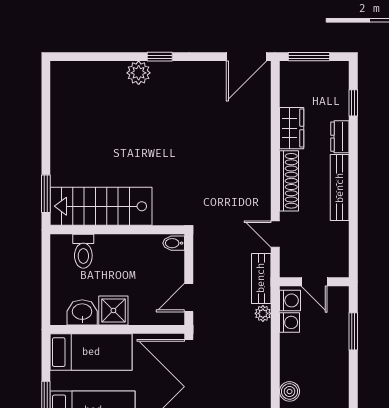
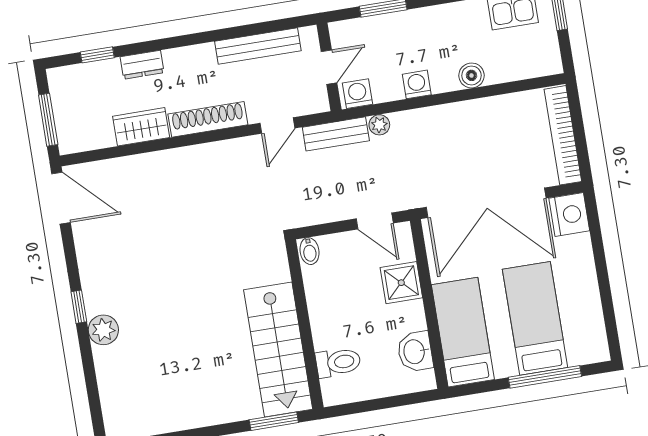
bench: (340, 188) -> (258, 46), moved
shower: (113, 310) -> (401, 283), moved
washing machine: (290, 322) -> (417, 84), moved

